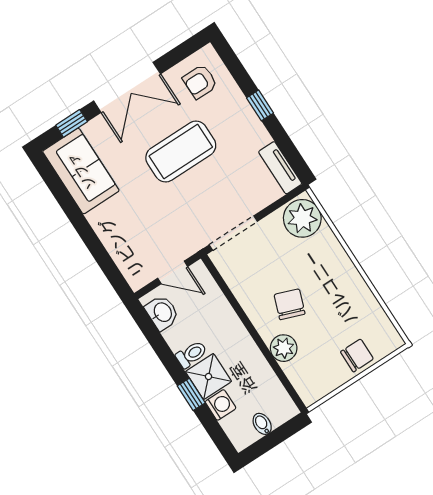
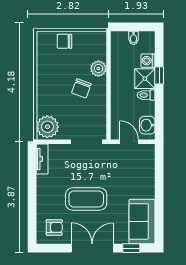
window: (260, 105) -> (32, 196), removed

